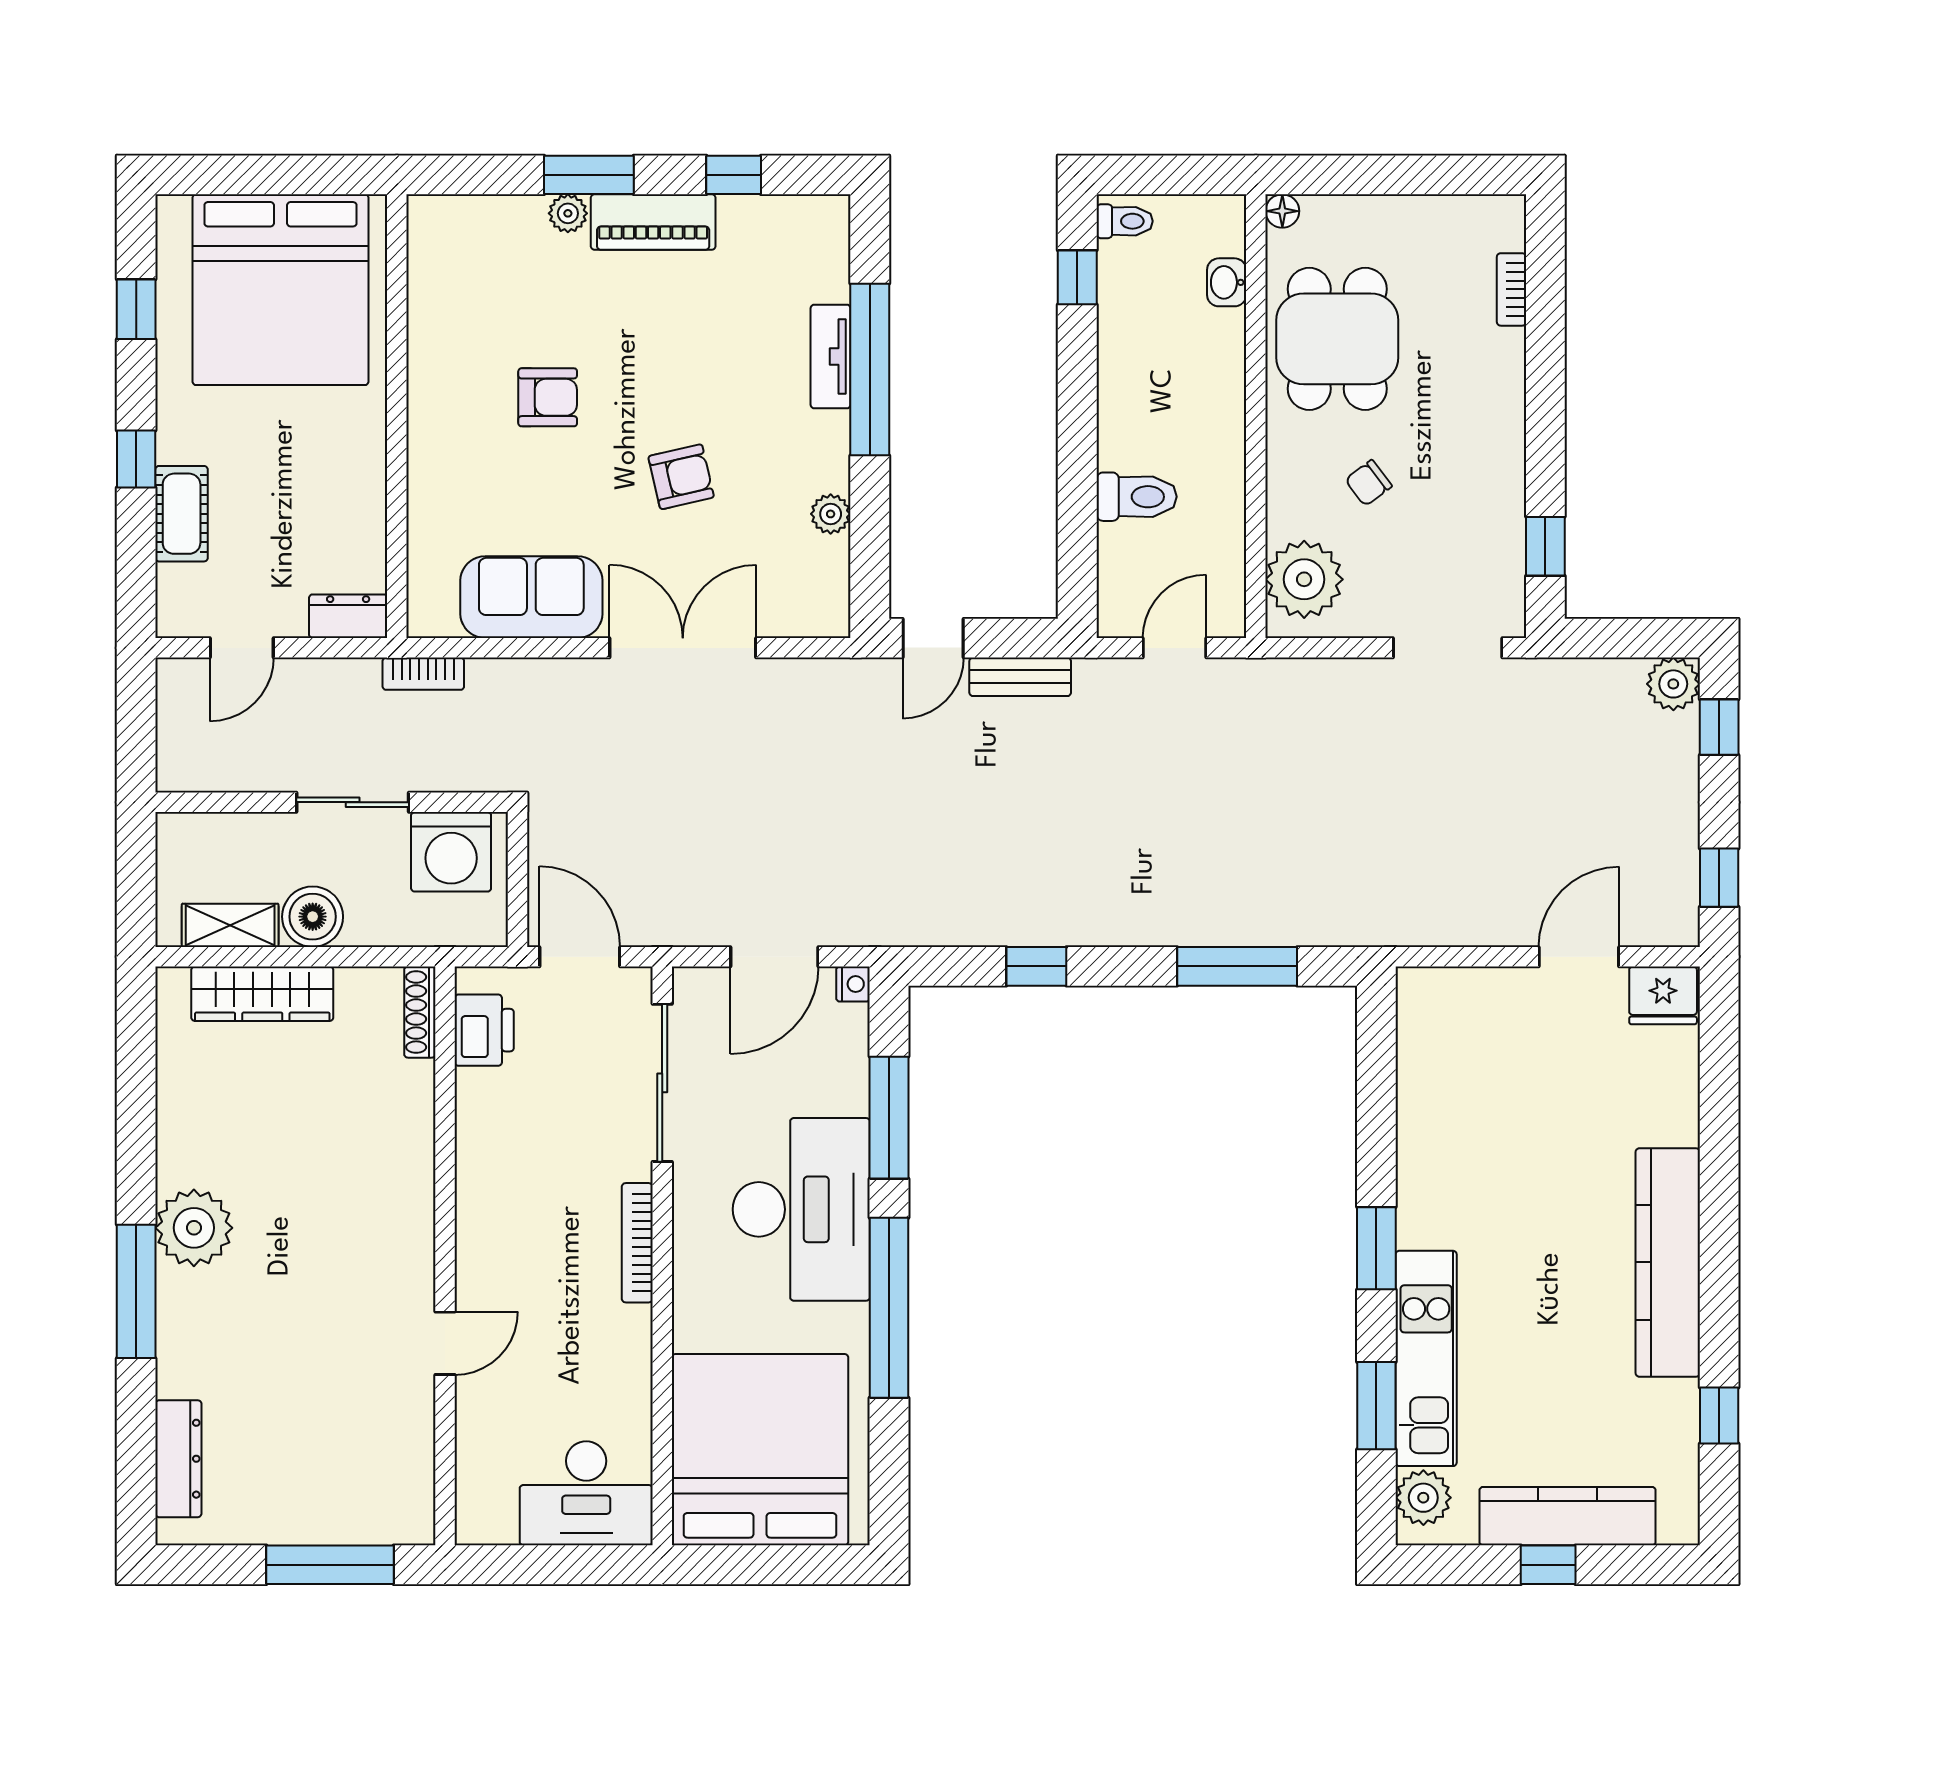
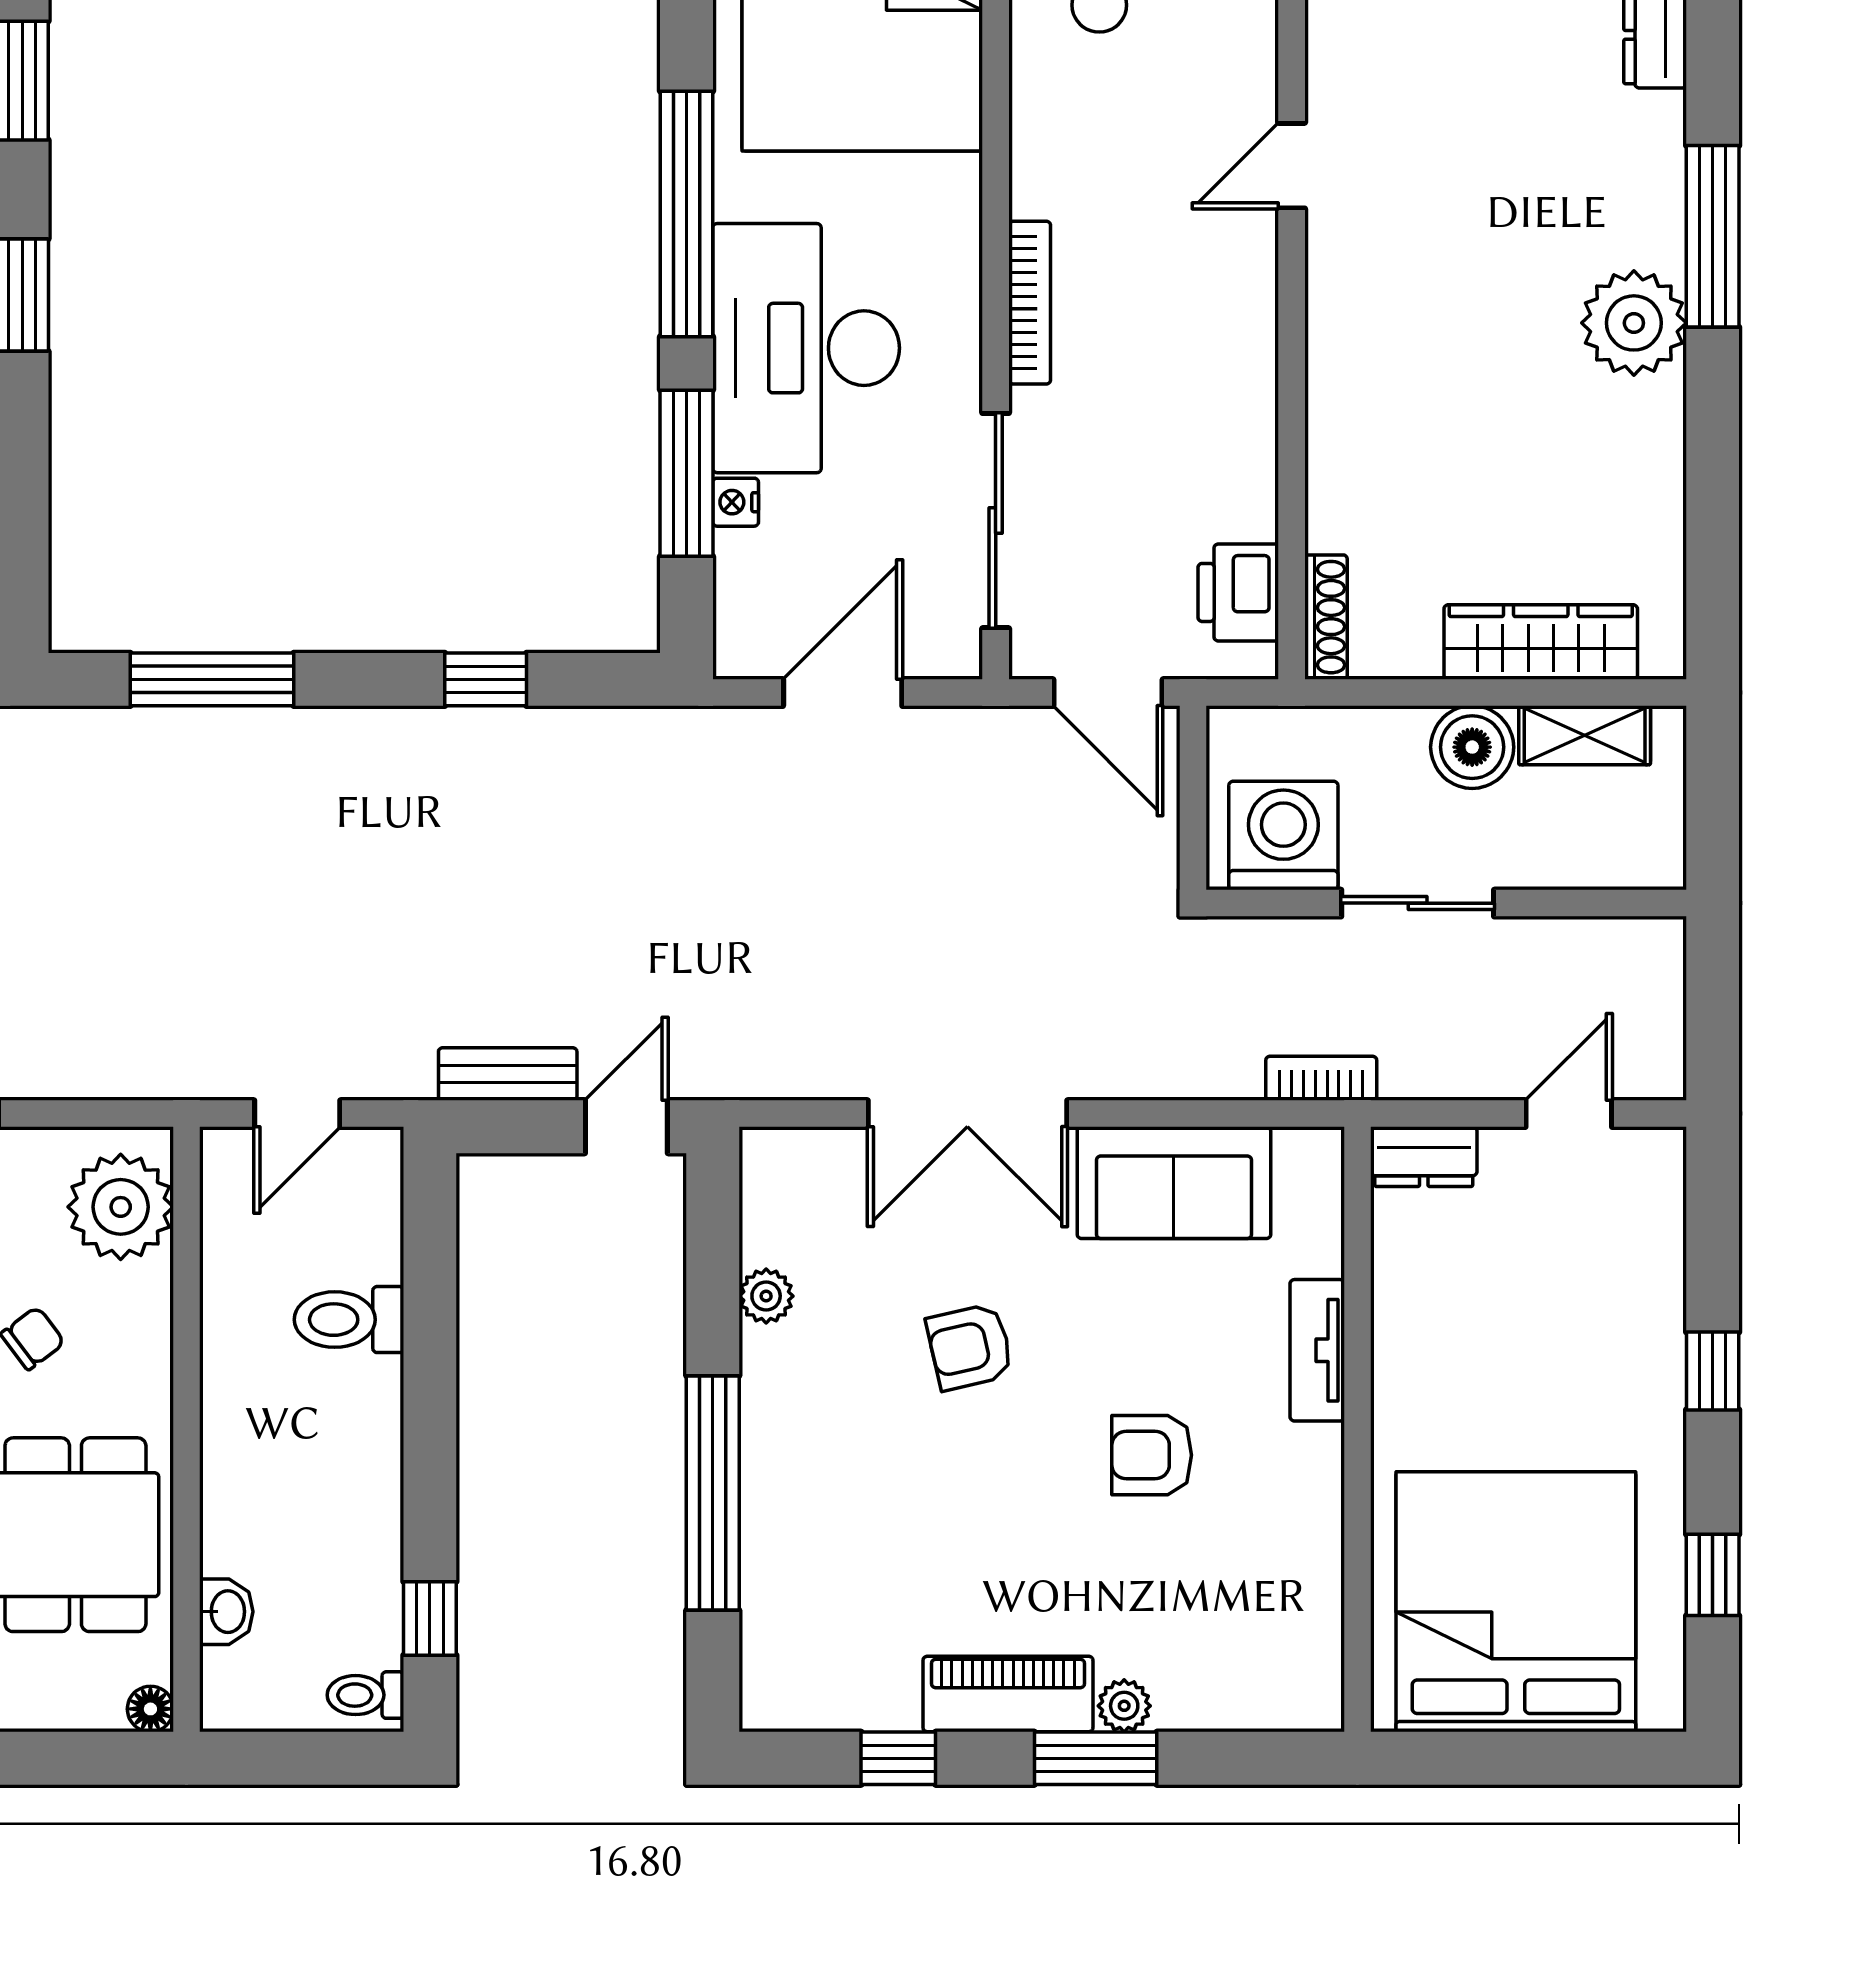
tv unit: (831, 356) -> (1317, 1350), moved, turned 180
cot: (182, 514) -> (1651, 1296), removed
nightstand: (853, 984) -> (736, 502), moved

